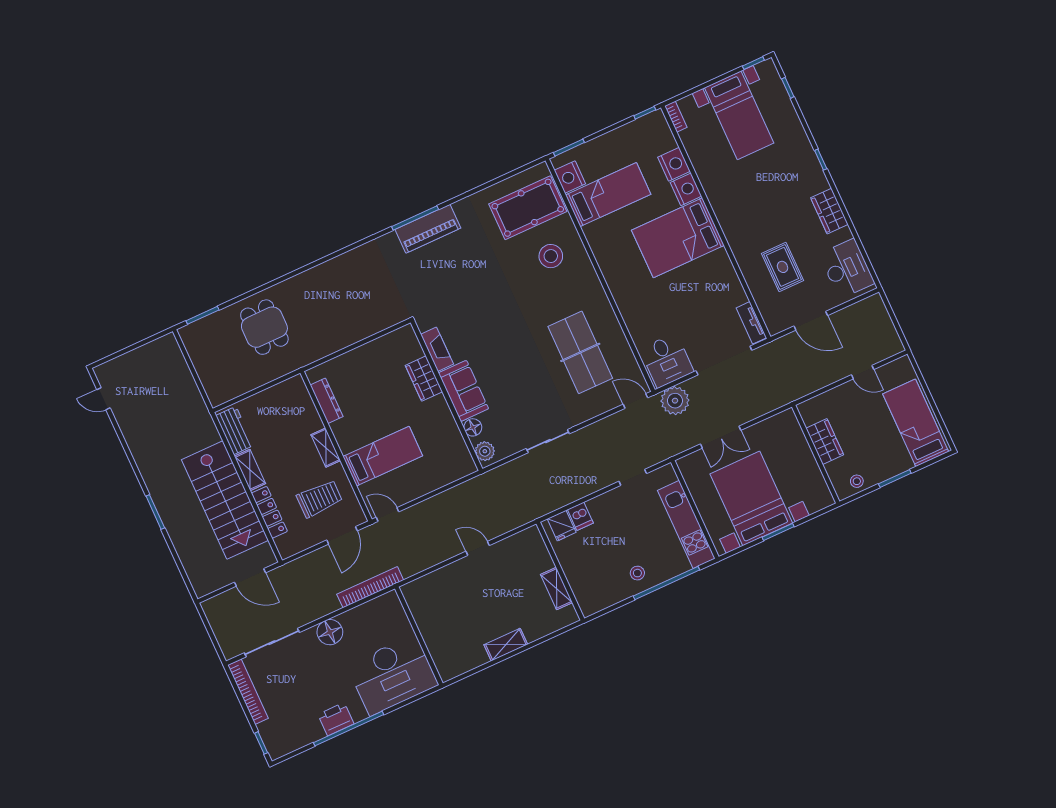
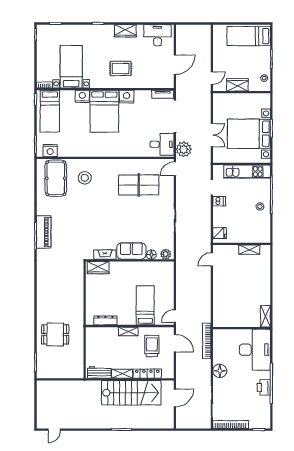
bed with nightstands: (739, 115) -> (71, 67), moved, turned -90
nightstand: (674, 164) -> (127, 97), moved
bed: (608, 195) -> (50, 111), moved, turned 180
rug: (783, 267) -> (121, 68), moved
door: (863, 372) -> (212, 78), moved
wardrobe: (424, 379) -> (98, 268), moved
dishwasher: (580, 516) -> (219, 201), moved
door: (478, 548) -> (212, 259), moved
shelving: (506, 645) -> (265, 316), moved

